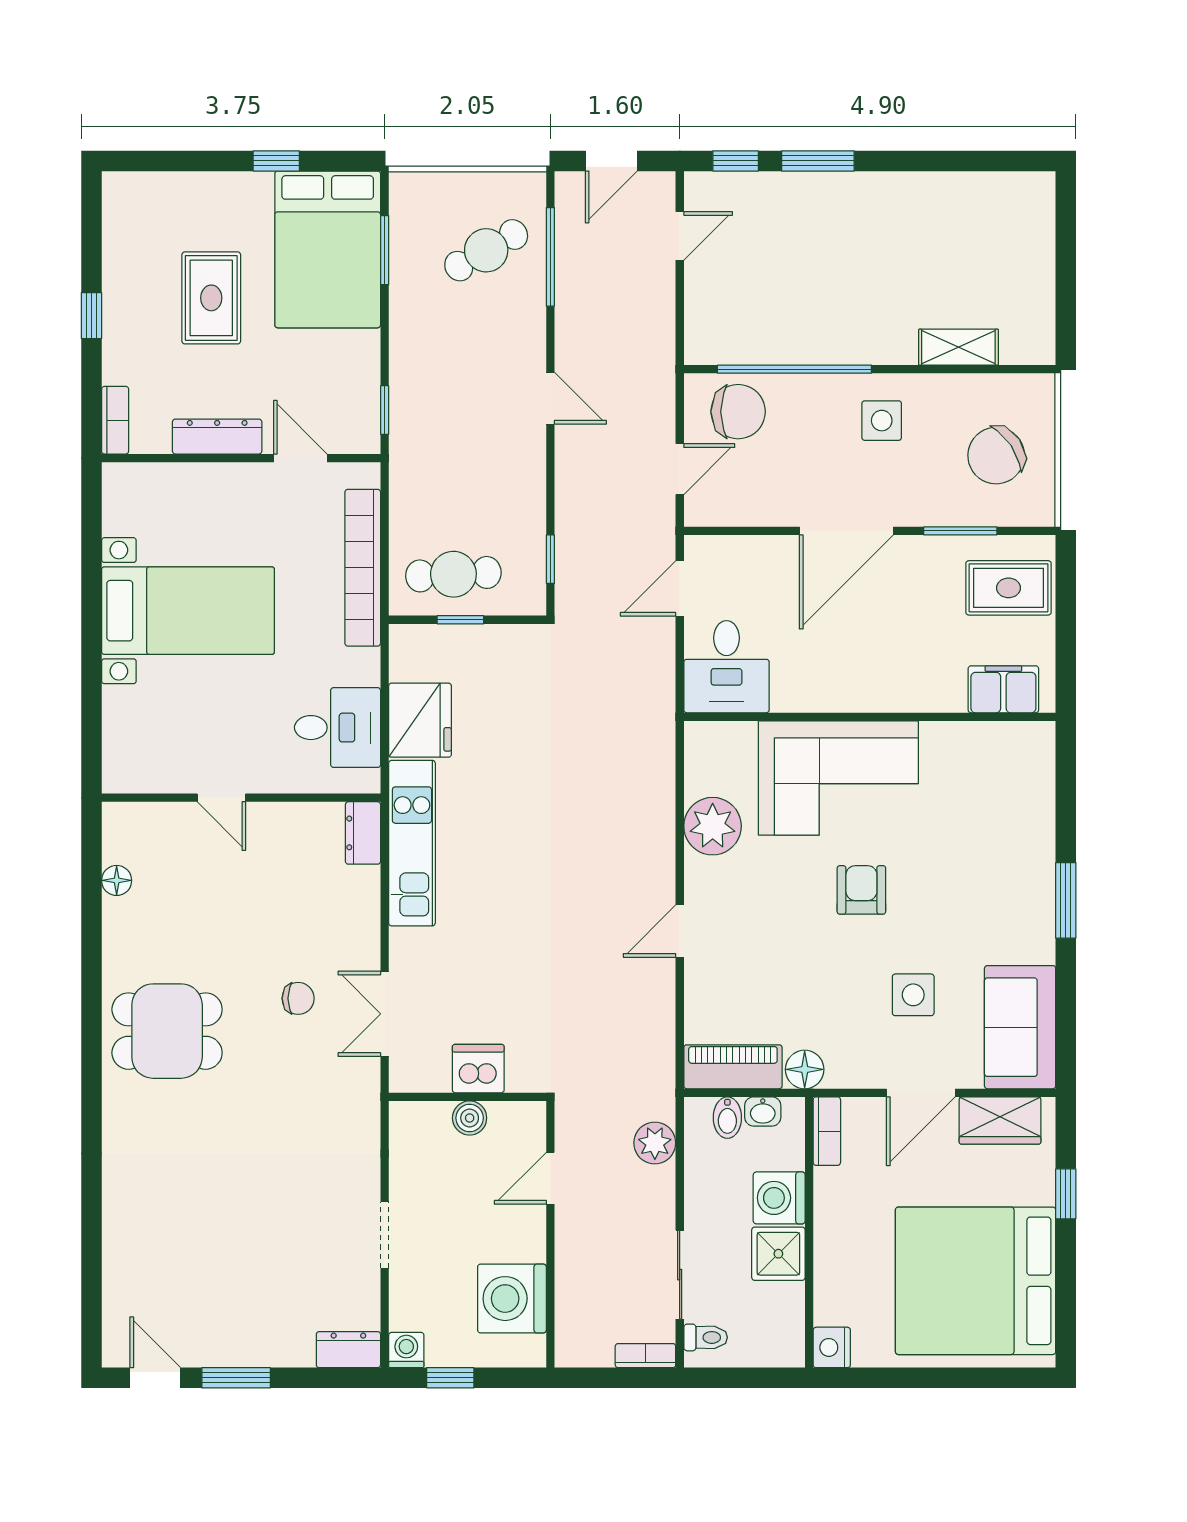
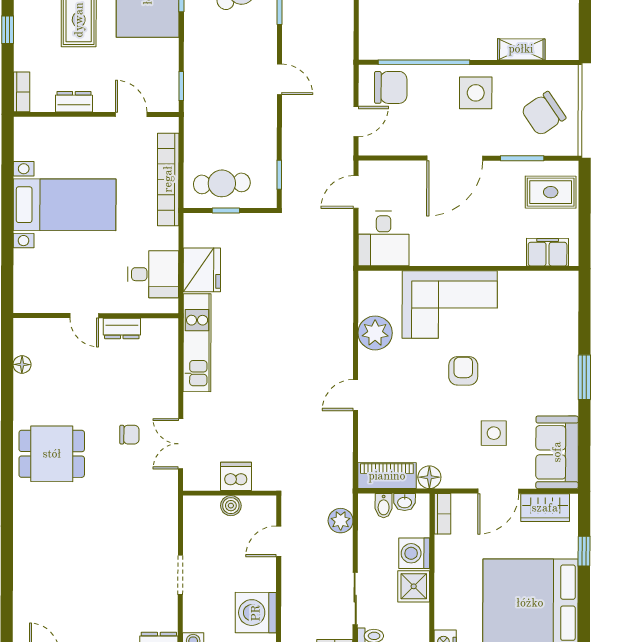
side table: (882, 421) -> (476, 93), width x1.37, depth x1.37
dresser: (217, 437) -> (74, 102), width x0.70
dresser: (363, 833) -> (122, 328), moved, turned -90

